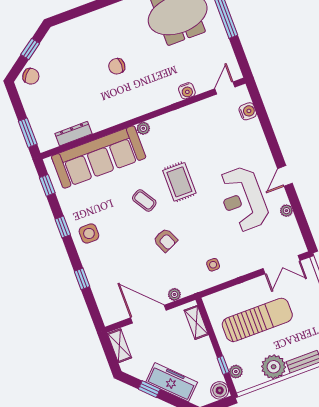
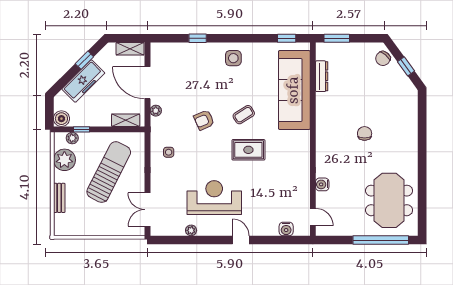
plant: (143, 128) -> (304, 136), removed
door: (285, 176) -> (241, 240), moved
window: (63, 227) -> (247, 38), removed
door: (148, 314) -> (147, 83), swing flipped
sun lounger: (257, 320) -> (109, 172), turned -153
plant: (274, 367) -> (64, 160), moved

